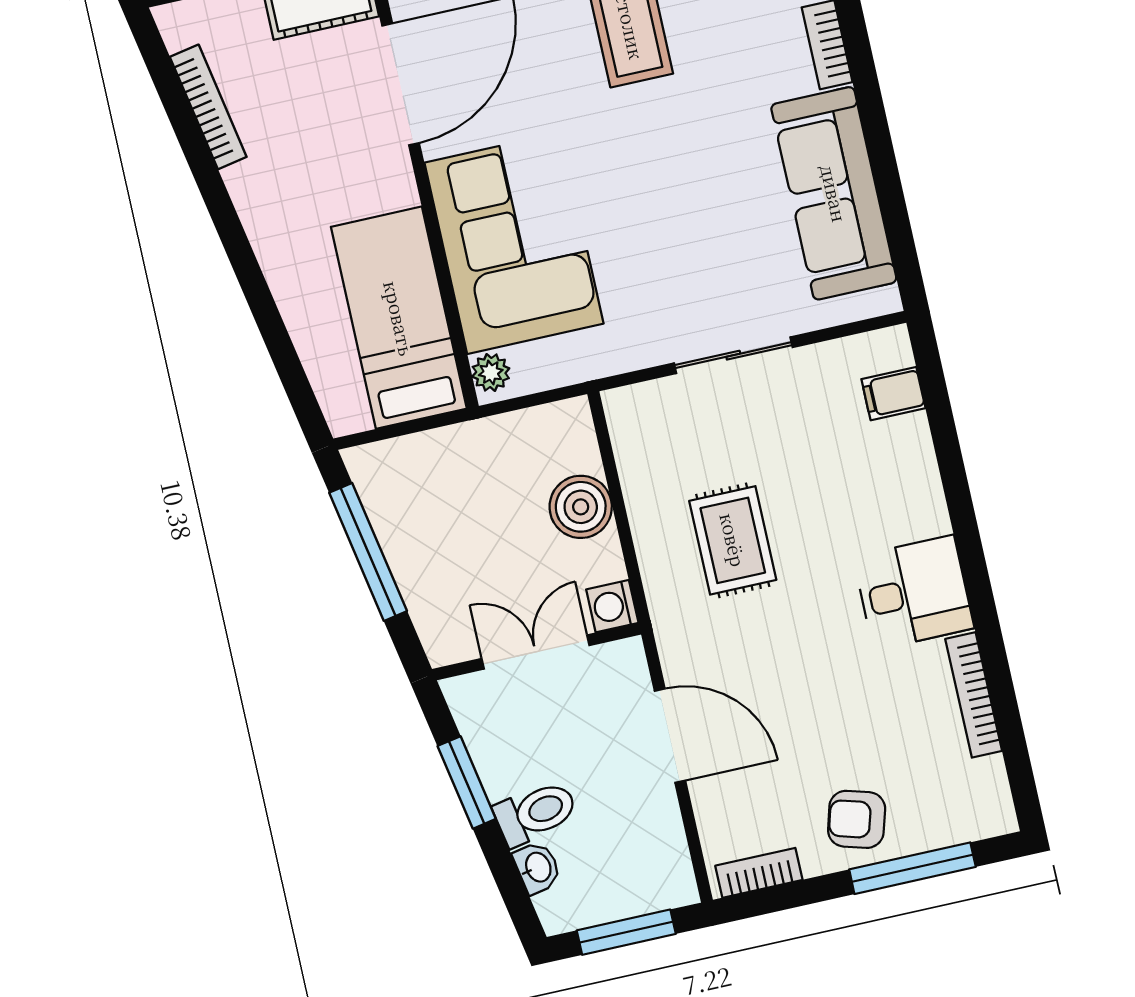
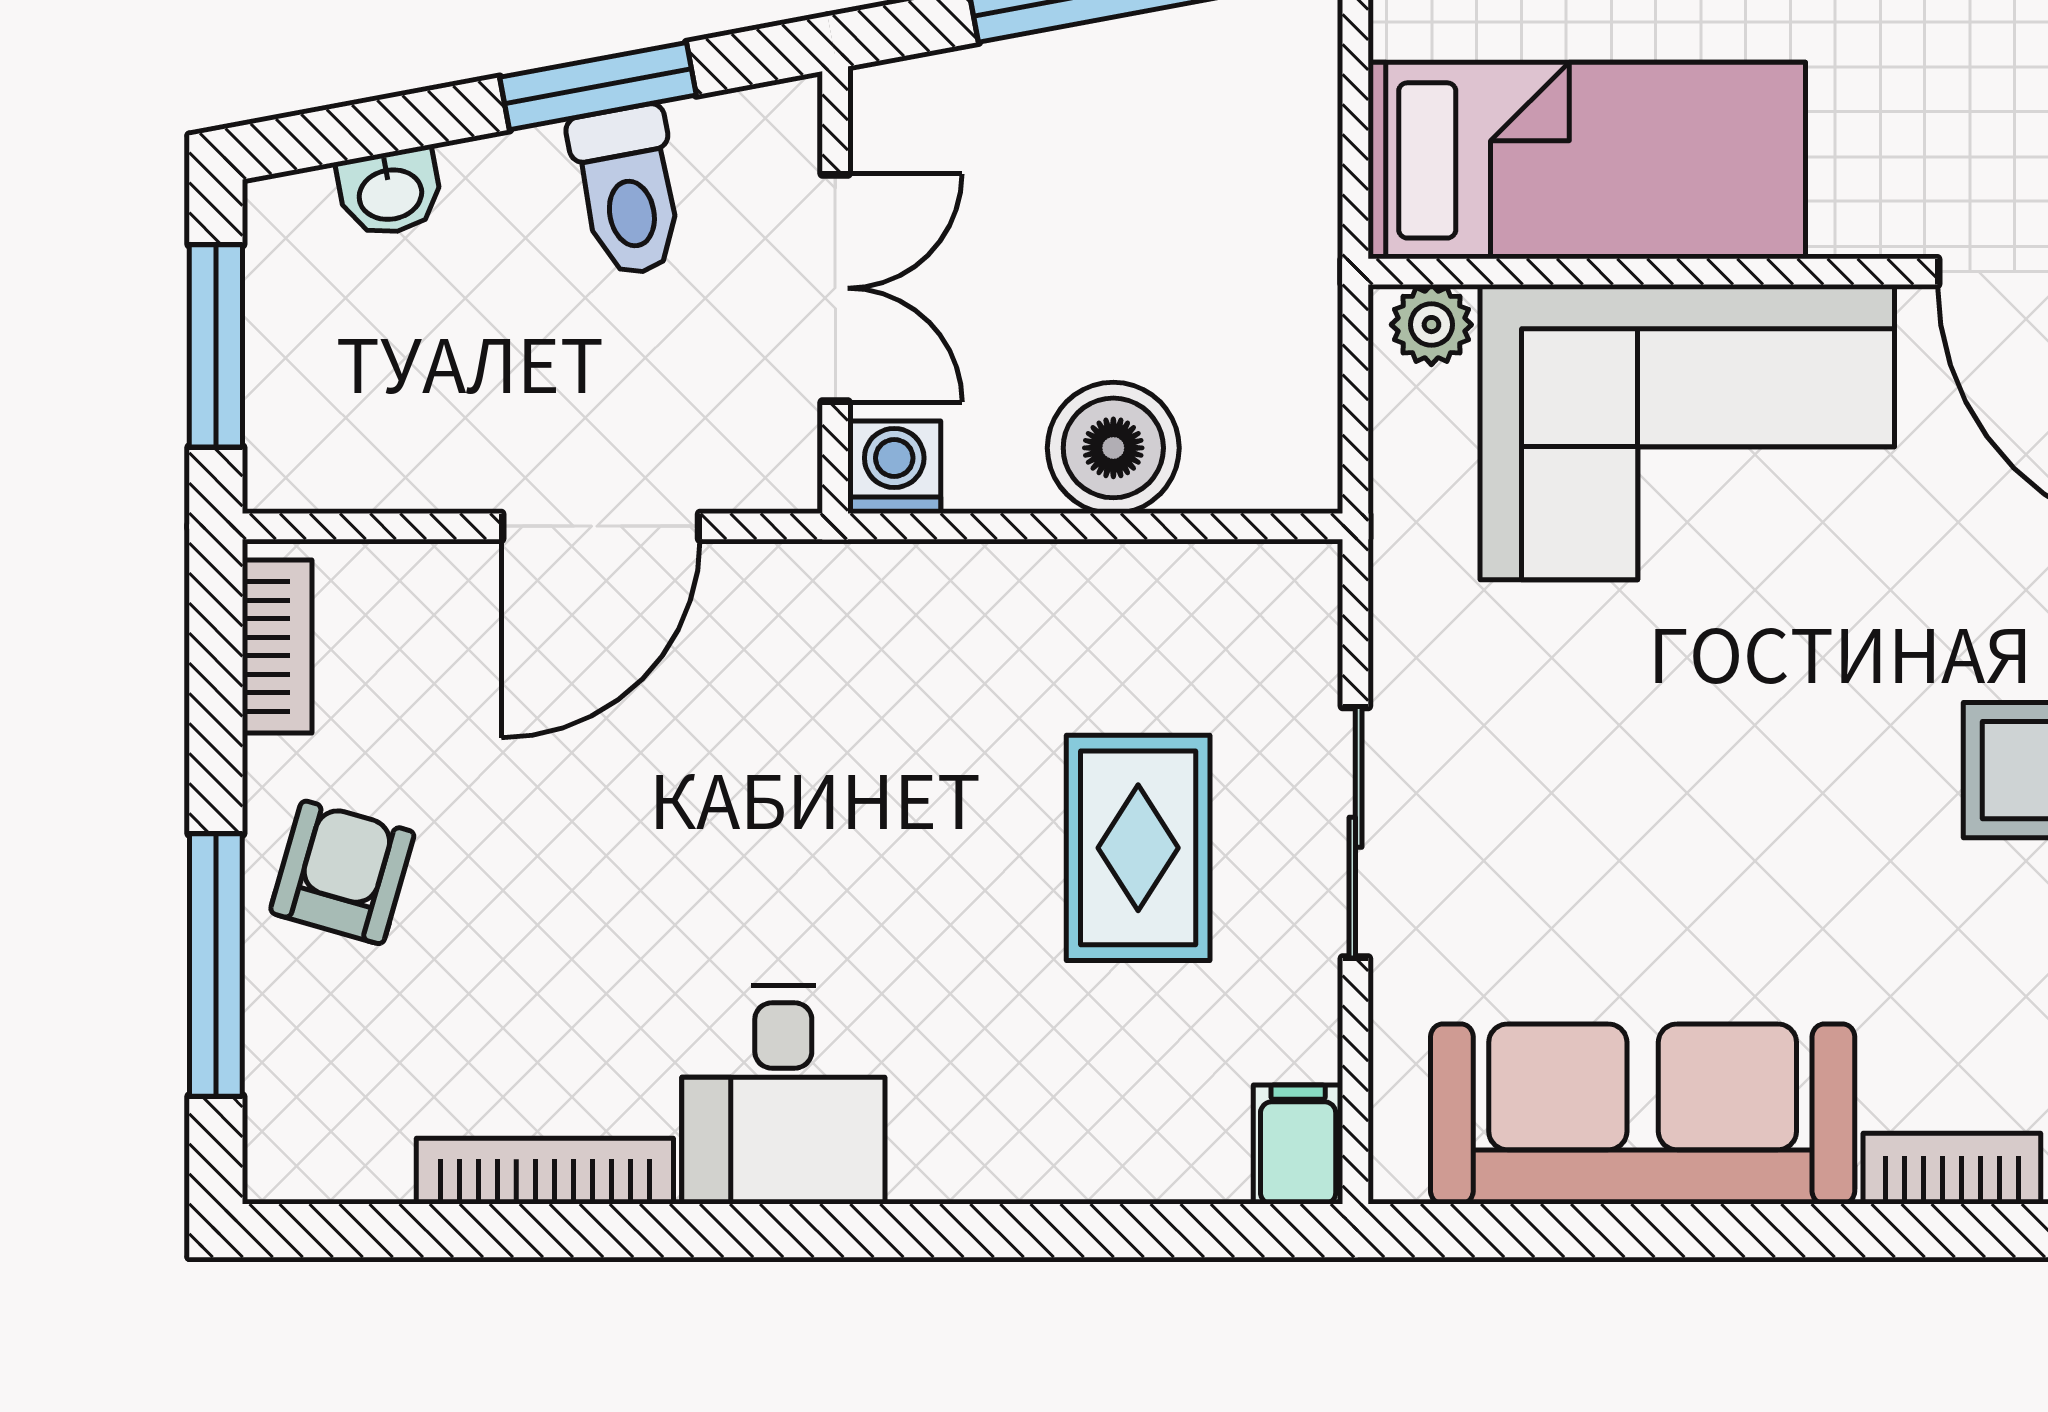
filing cabinet: (893, 394) -> (1298, 1144), moved
rug: (733, 540) -> (1138, 848), moved, turned 90
toilet: (536, 813) -> (628, 191), moved

